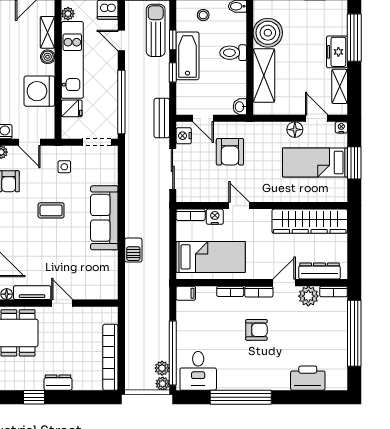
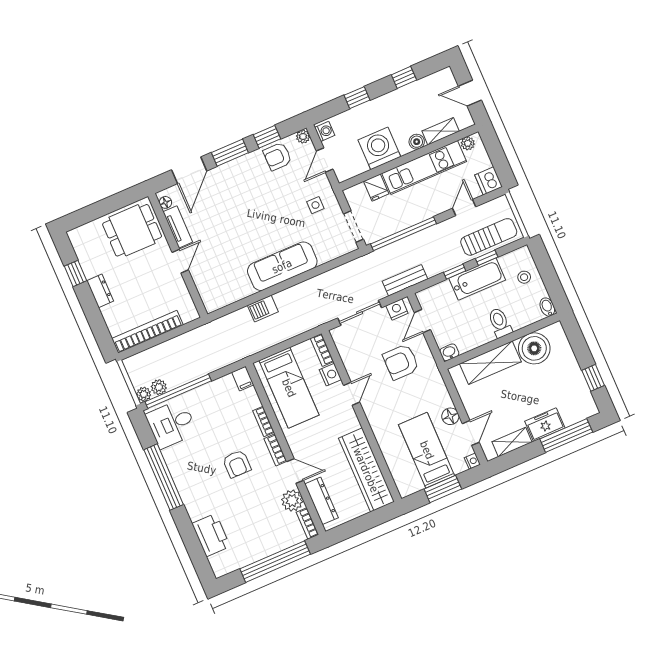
coffee table: (51, 210) -> (267, 211), removed

